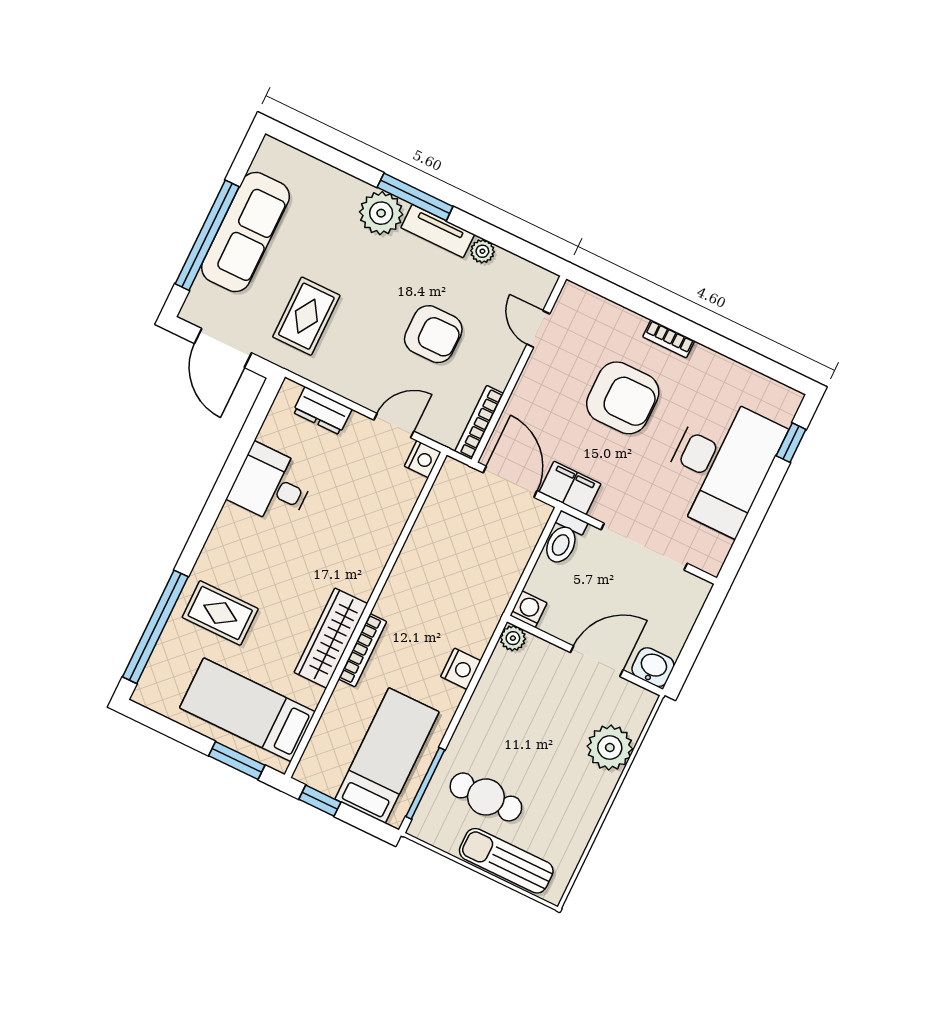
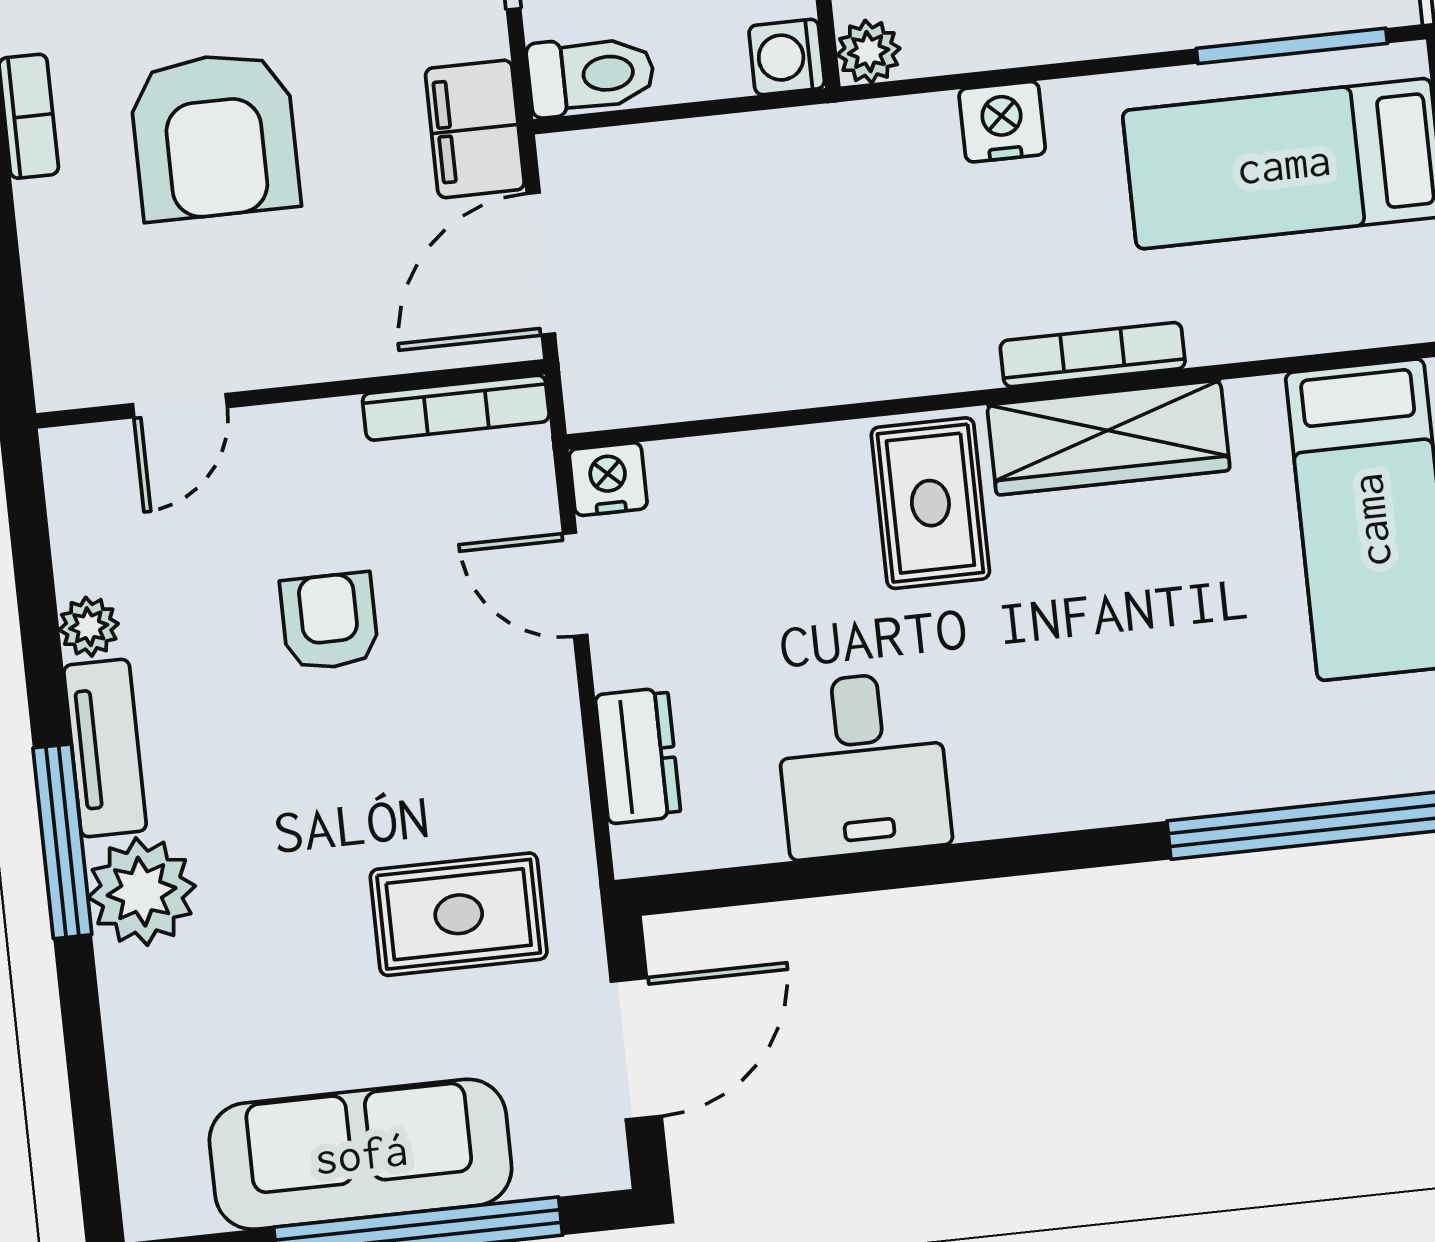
armchair: (433, 334) -> (329, 621), width x0.72, depth x0.72
armchair: (623, 398) -> (215, 136), turned 180
rug: (220, 613) -> (930, 503), moved

